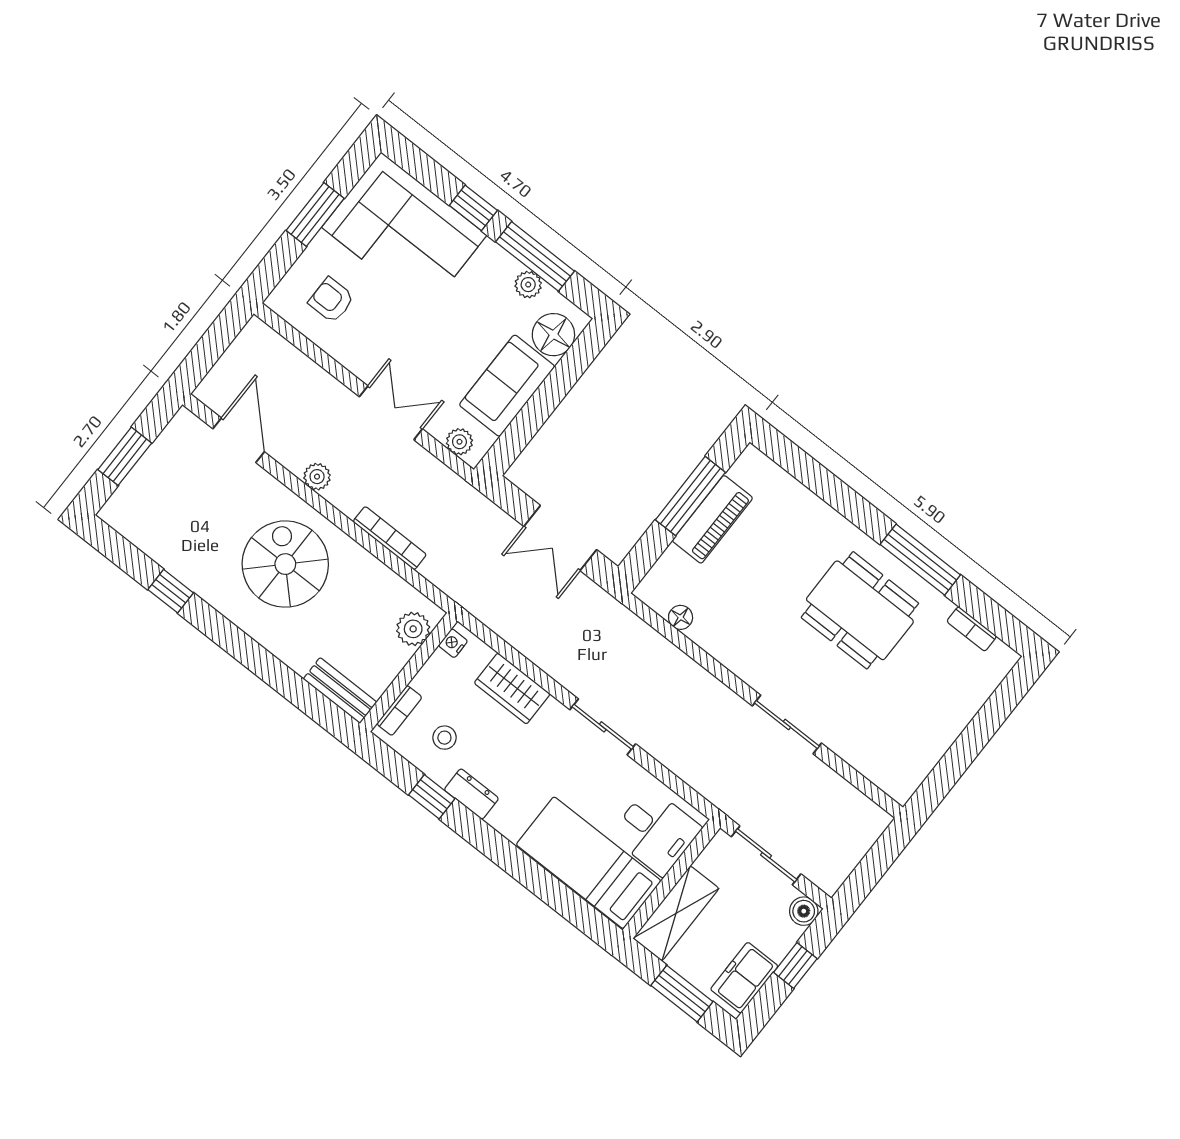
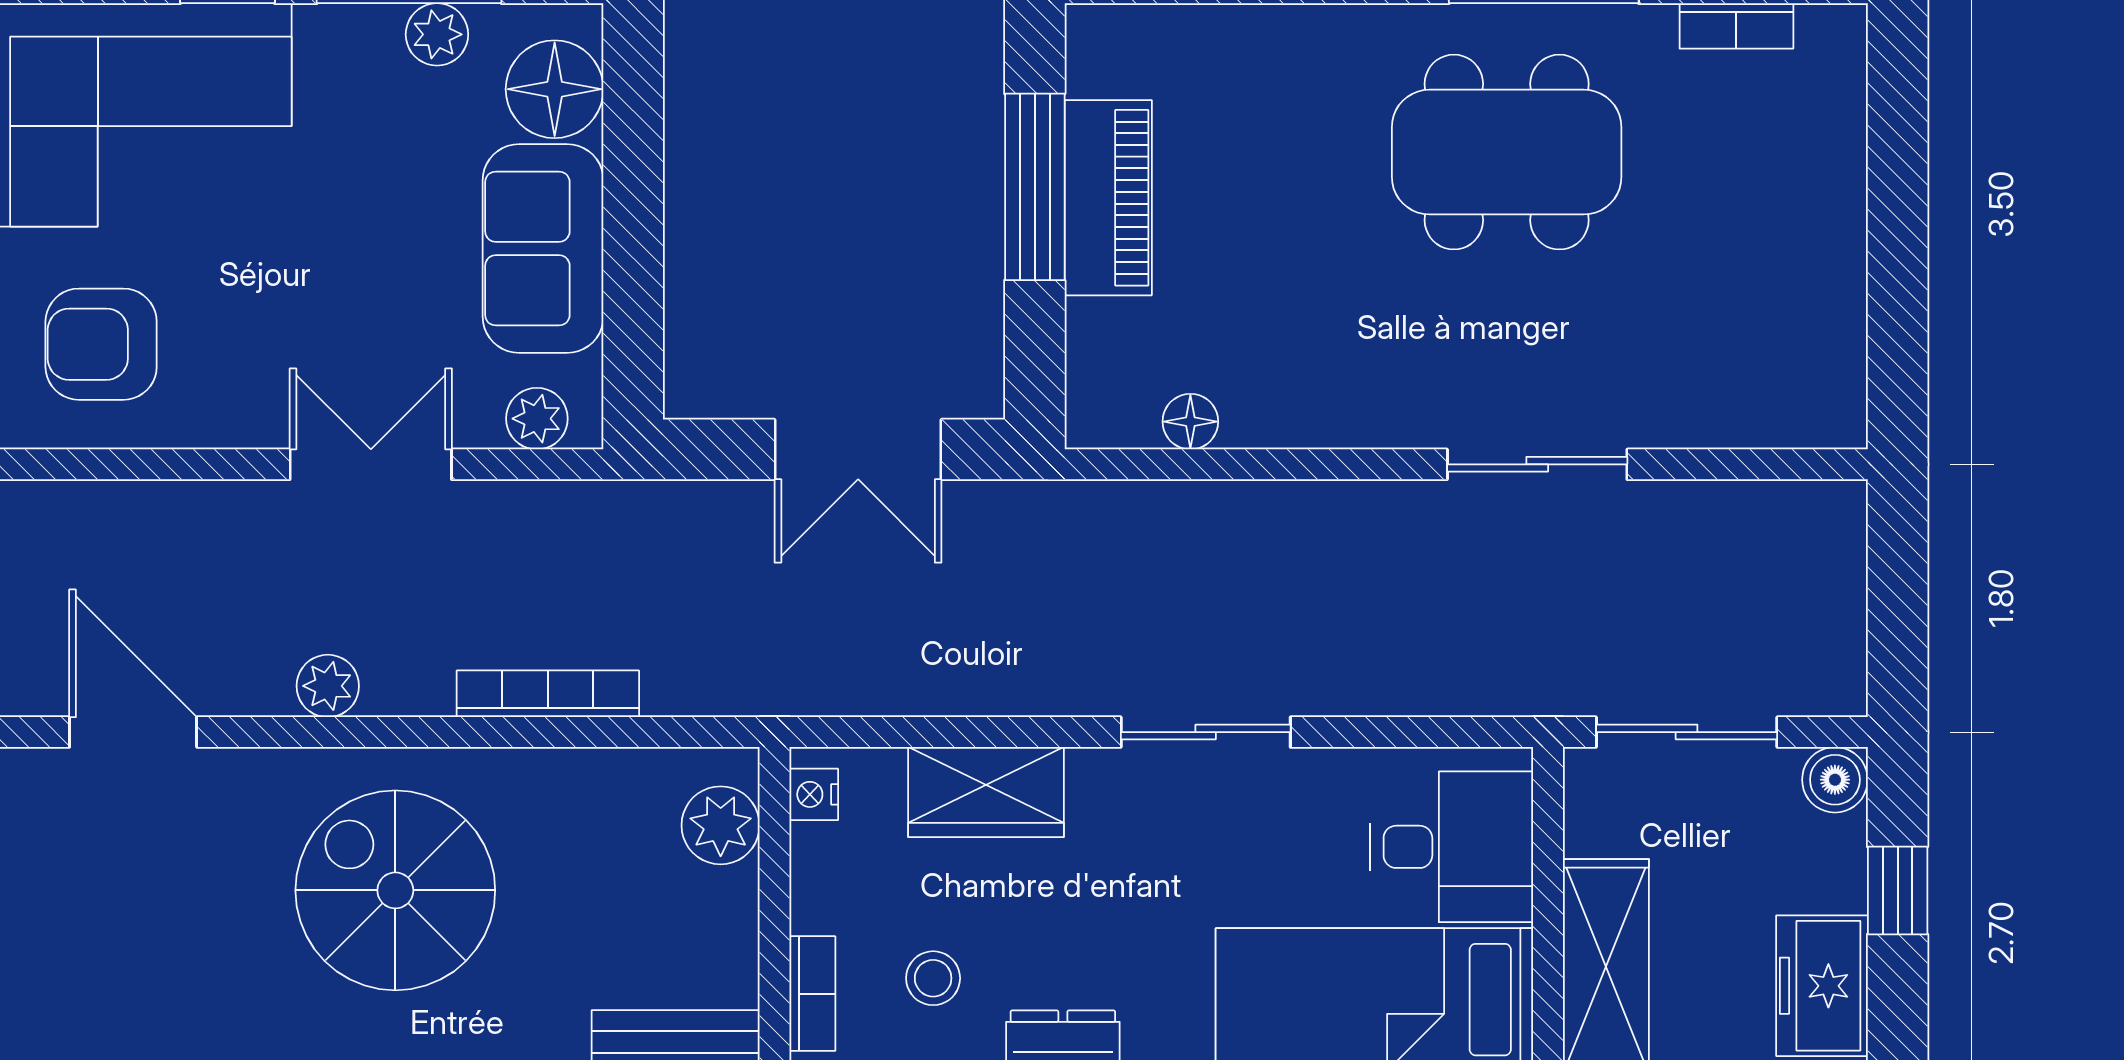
armchair: (331, 300) -> (101, 344), width x1.38, depth x1.38

